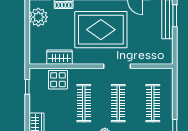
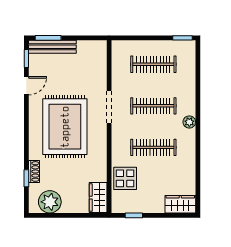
wardrobe: (60, 57) -> (98, 198), moved

